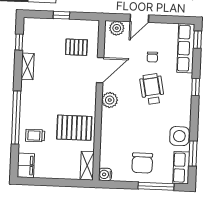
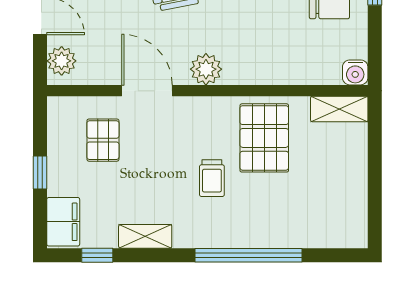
trolley: (35, 136) -> (212, 178), moved
filing cabinet: (26, 165) -> (63, 222), moved, turned 90

